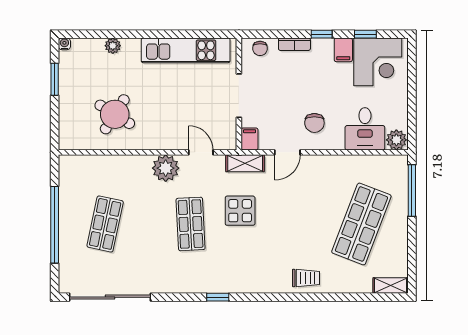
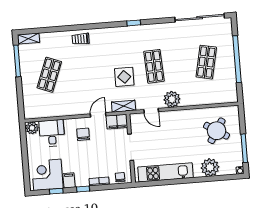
plant: (113, 46) -> (210, 167), width x1.87, depth x1.87
window: (55, 79) -> (244, 148), width x1.44
round table: (115, 114) -> (217, 131), moved
filing cabinet: (250, 139) -> (117, 122), width x2.00
window: (412, 191) -> (17, 61), moved
shop shelf: (361, 224) -> (49, 75), width x0.70, depth x0.74

